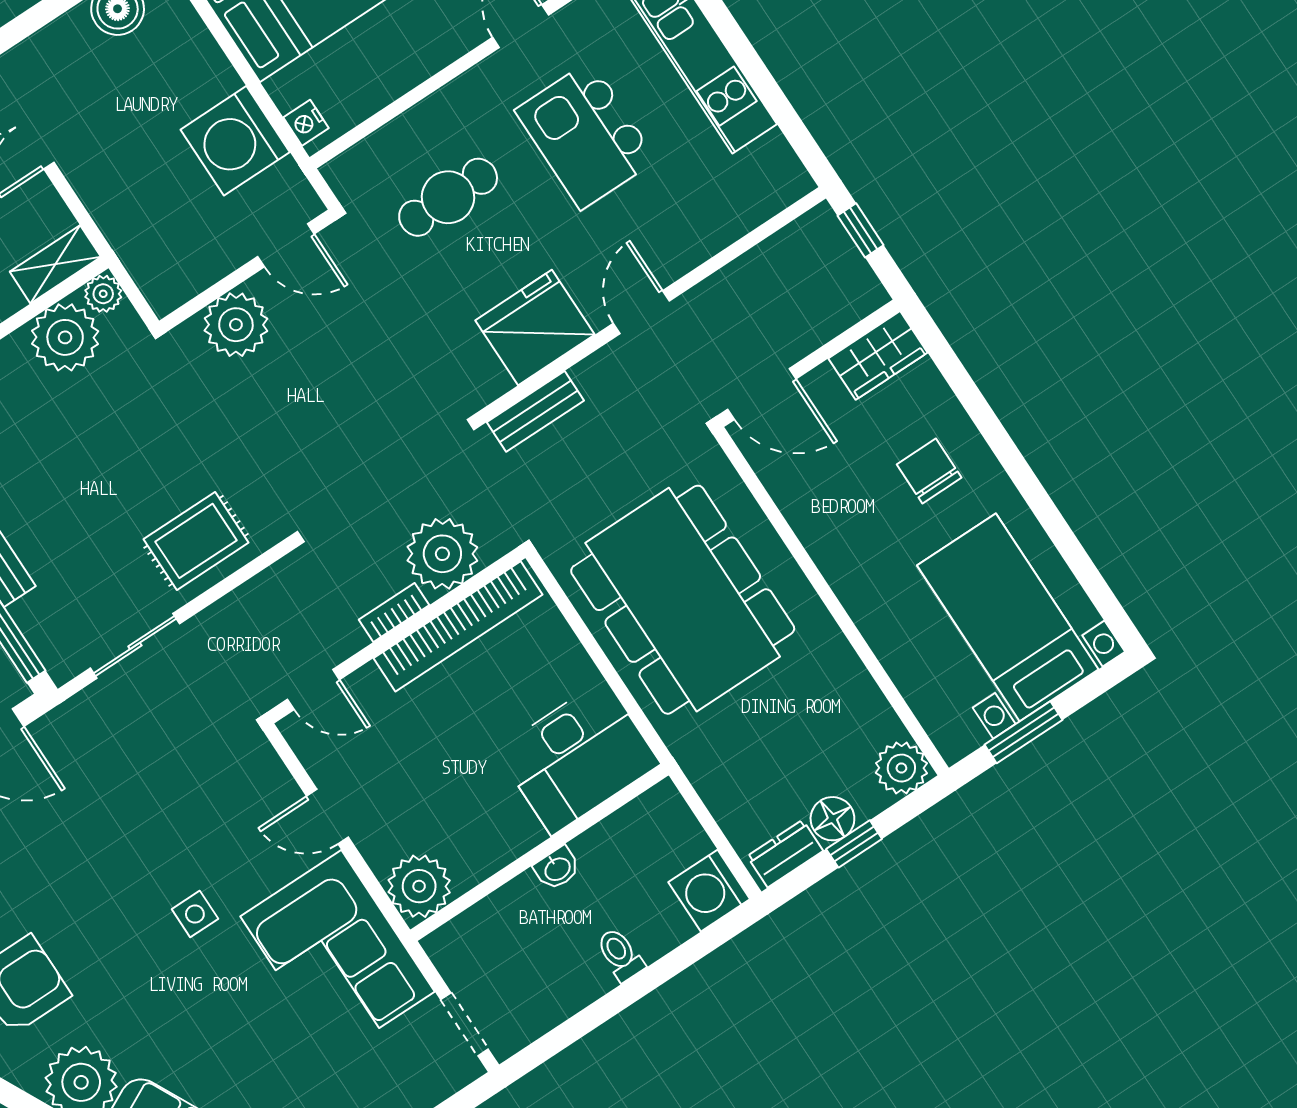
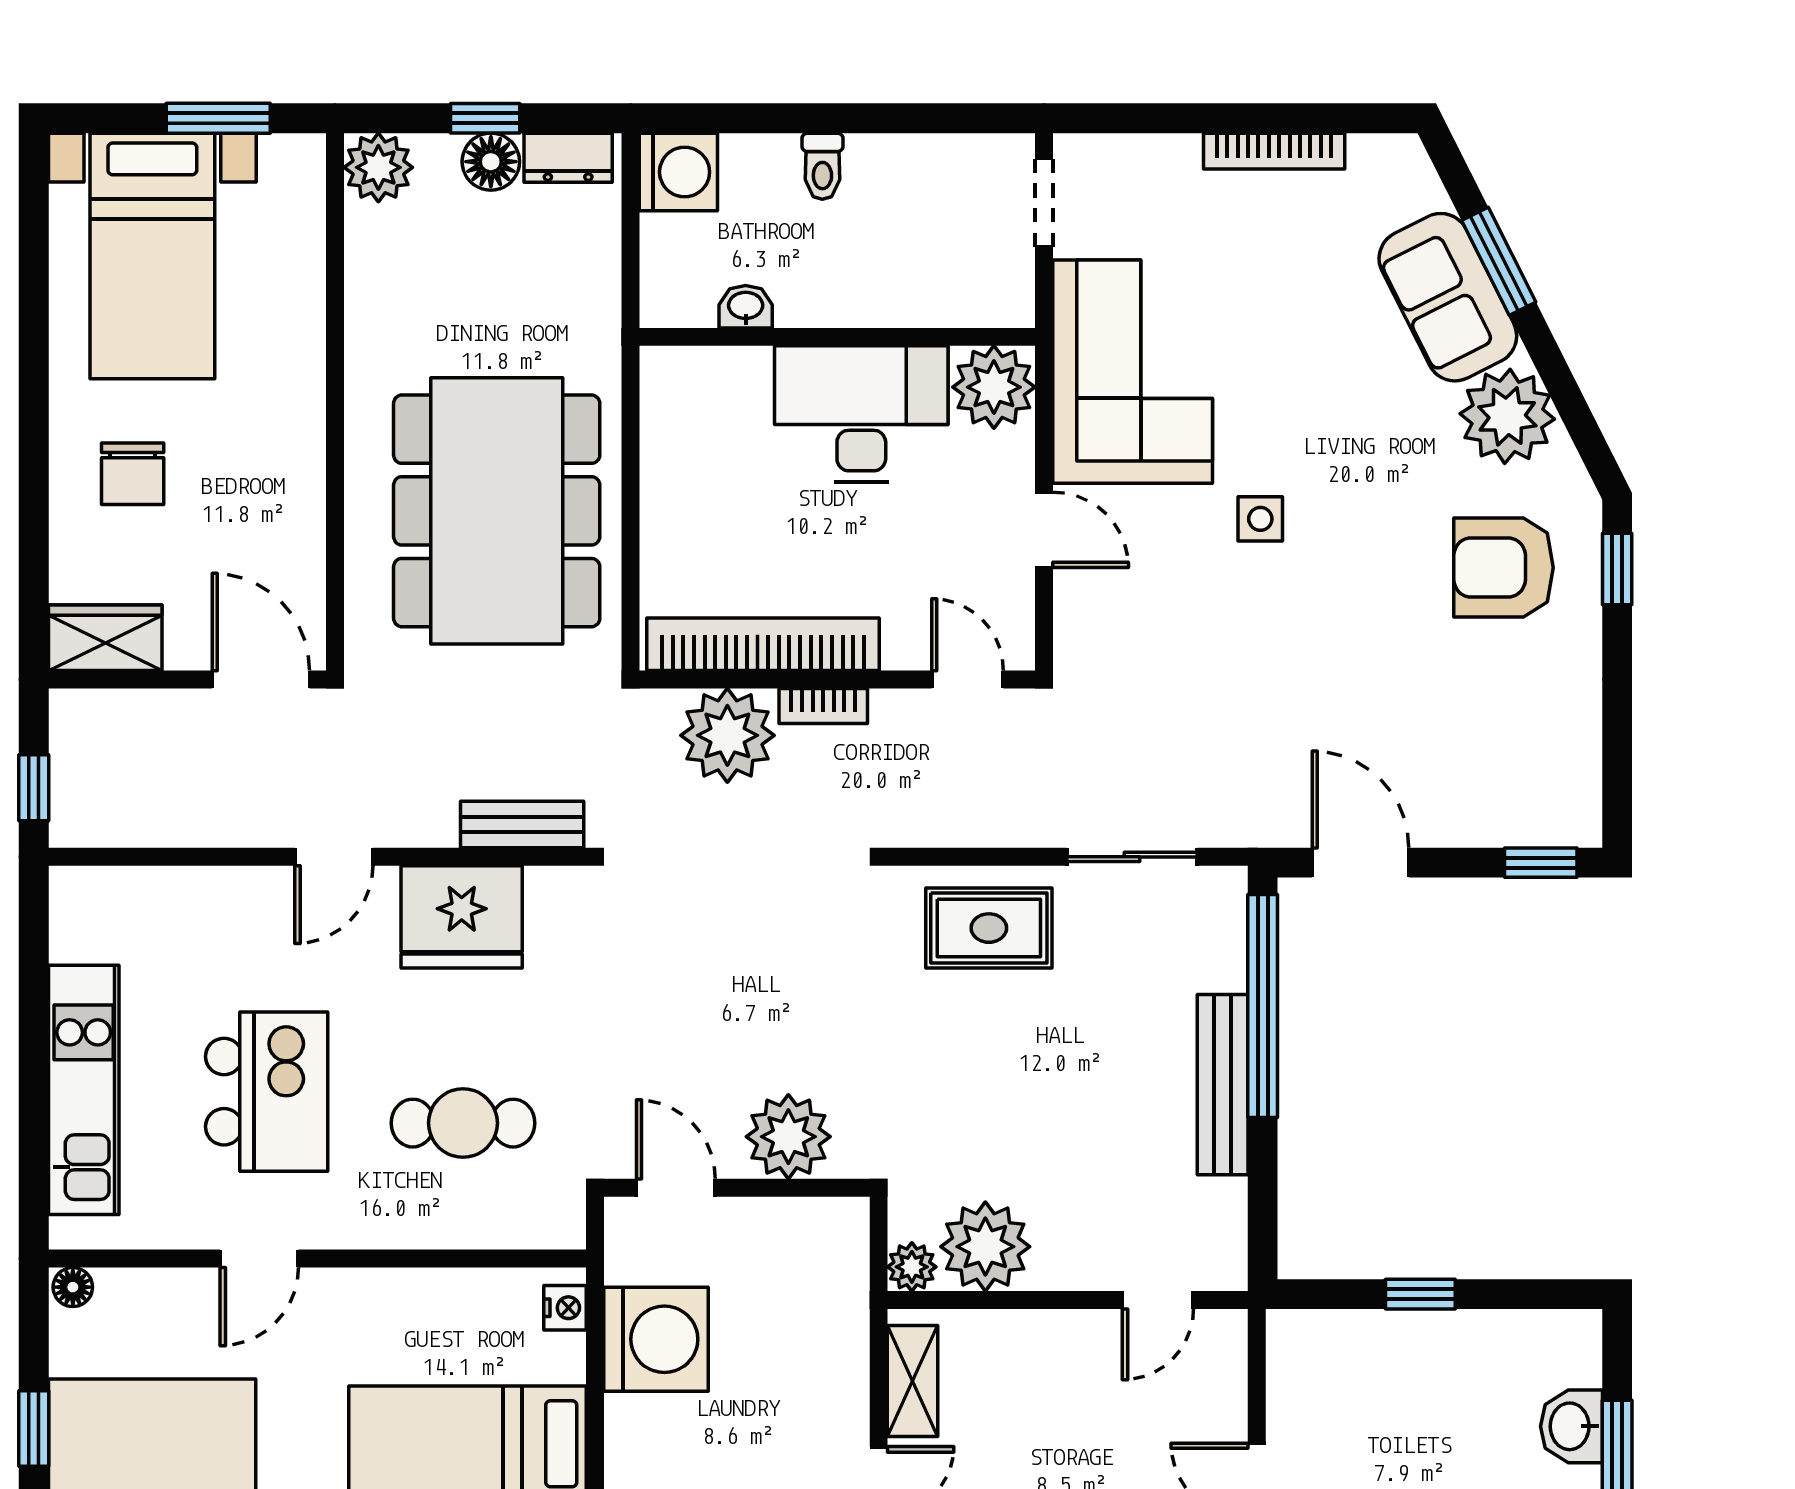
shelving: (55, 264) -> (913, 1381), moved, turned 90
desk: (578, 757) -> (861, 414), moved
washbasin: (557, 868) -> (746, 307), moved

